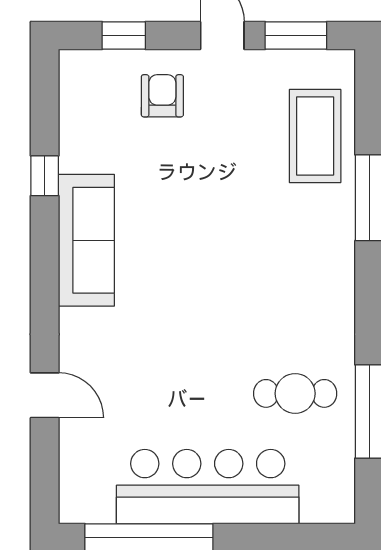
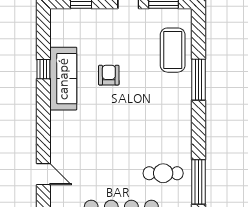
armchair: (162, 96) -> (109, 75), moved
sofa: (86, 240) -> (63, 79), moved

